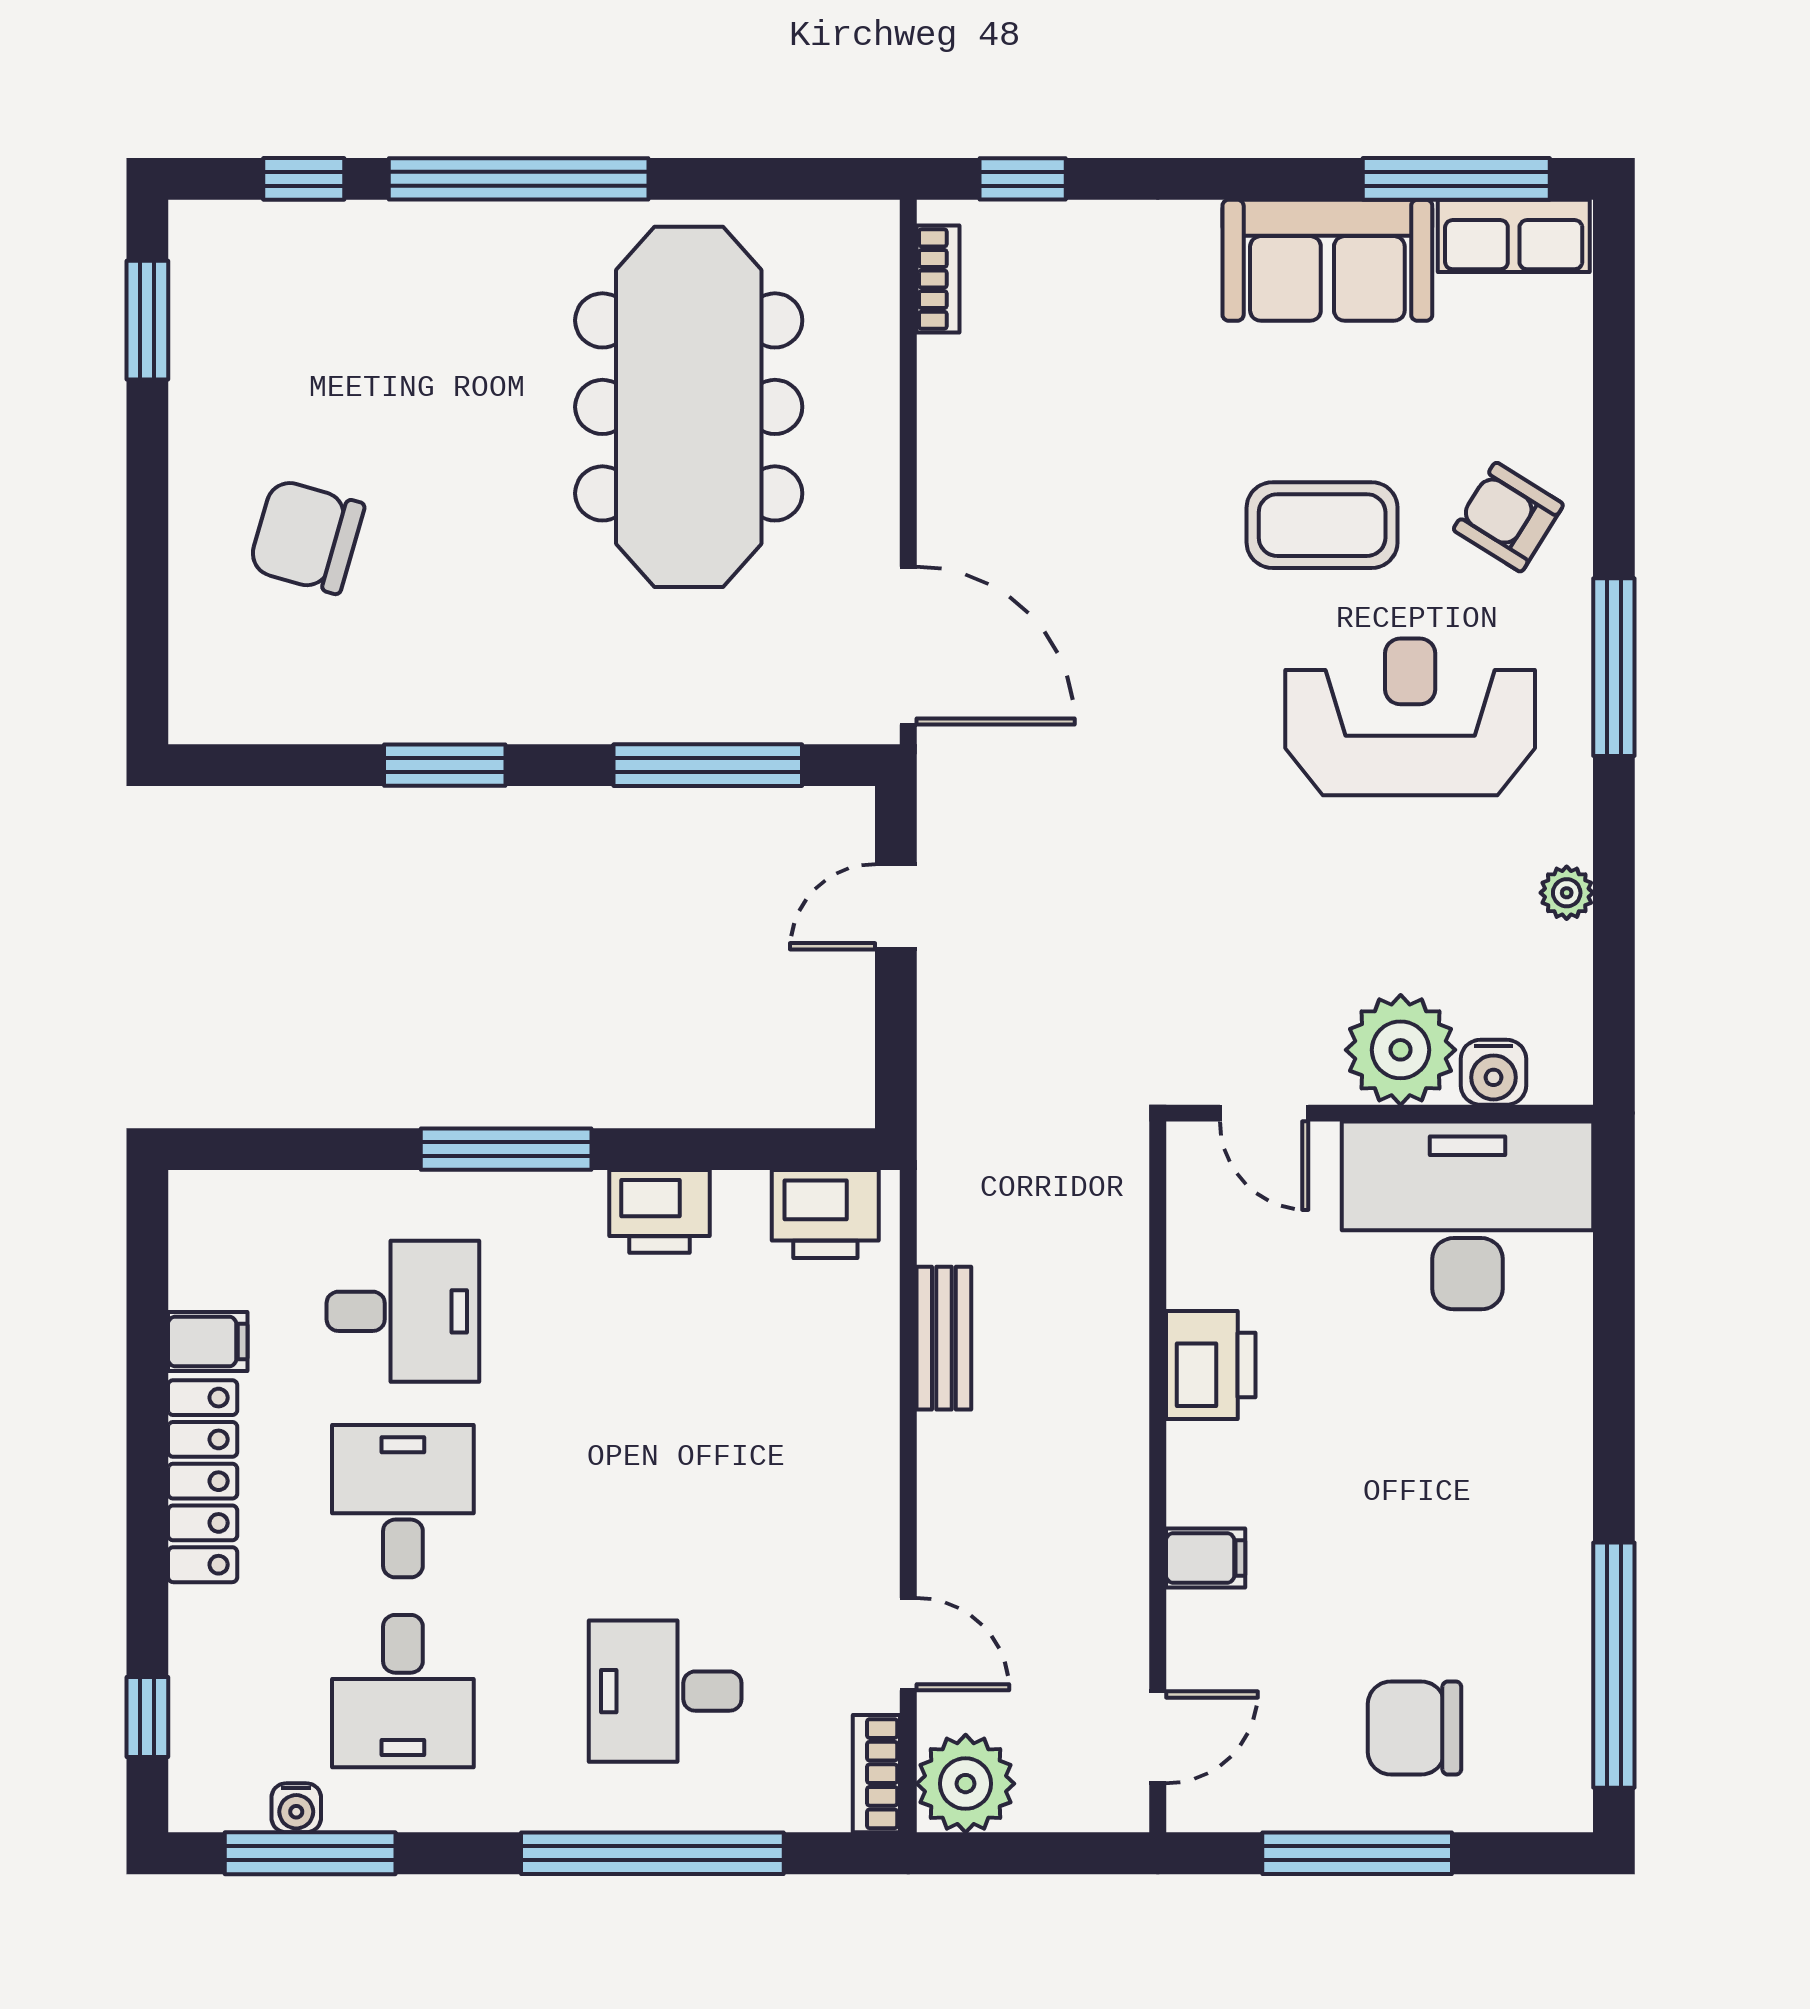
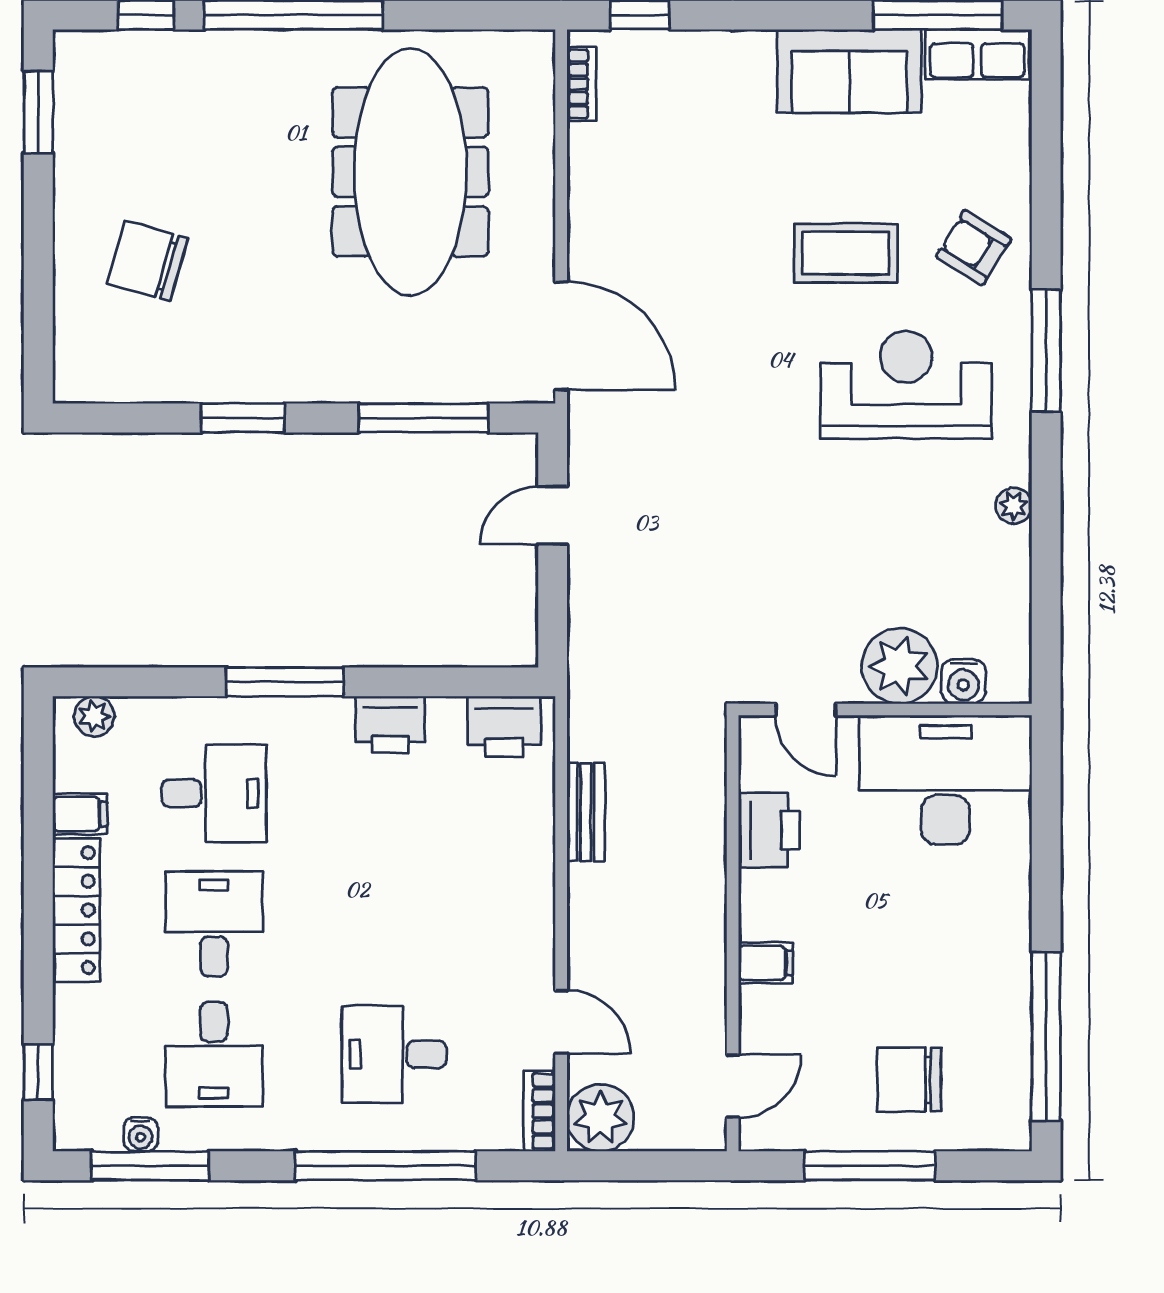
plant: (1401, 1050) -> (899, 666), moved
water cooler: (1494, 1072) -> (963, 681), moved
door: (1264, 1113) -> (806, 709), moved
wall: (1380, 1113) -> (885, 709), moved
plant: (229, 1199) -> (94, 716), added
desk: (1467, 1215) -> (945, 780), moved

